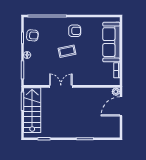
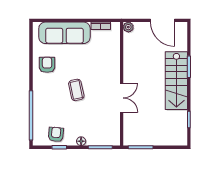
armchair: (75, 31) -> (47, 65), moved
double door: (61, 86) -> (122, 98), swing flipped
door: (121, 106) -> (163, 20), moved
stairs: (32, 110) -> (176, 81), moved, turned -90

